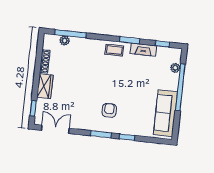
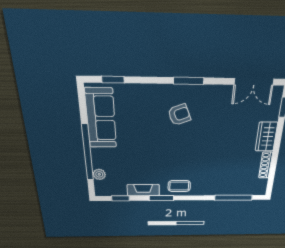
plant: (65, 41) -> (241, 190), removed
armchair: (109, 110) -> (179, 115), turned -111
window: (127, 137) -> (113, 80), moved

